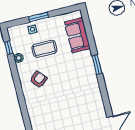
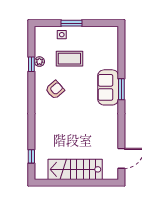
sofa: (77, 35) -> (108, 87), moved
window: (9, 48) -> (31, 64), moved

